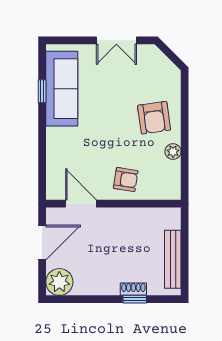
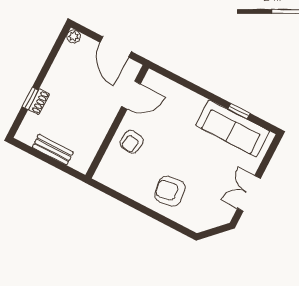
plant: (173, 152) -> (134, 192), removed
bench: (173, 259) -> (53, 150), width x0.73
plant: (59, 282) -> (74, 36), width x0.53, depth x0.53

